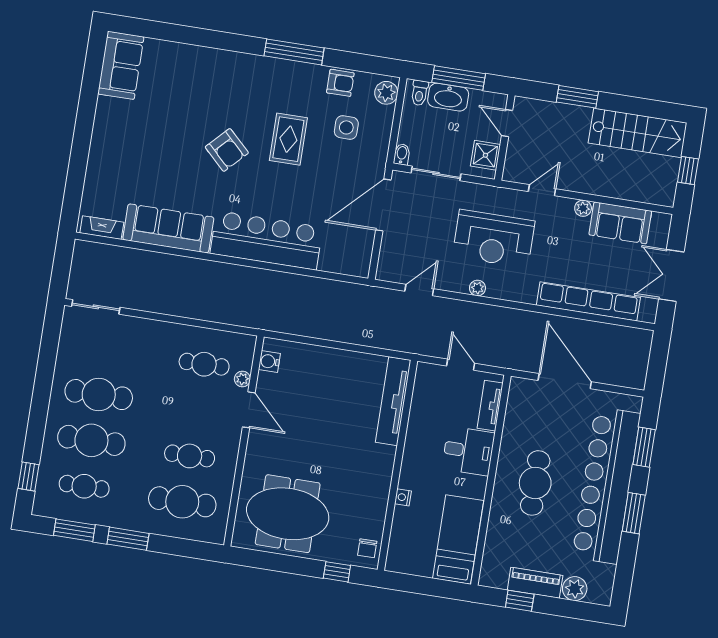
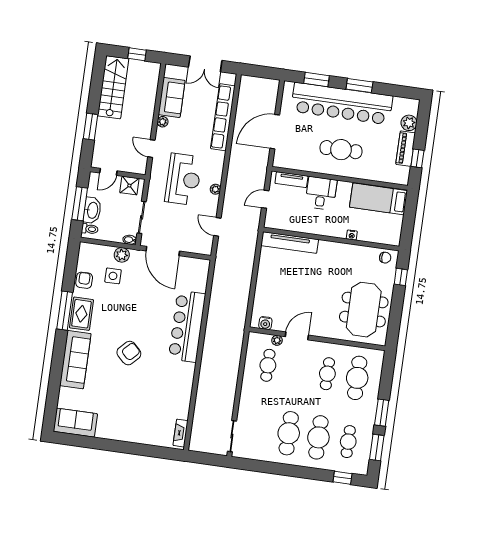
plant: (386, 93) -> (122, 255), moved
rug: (288, 139) -> (81, 314), moved, turned 90
sofa: (168, 228) -> (75, 360), moved, turned 180

